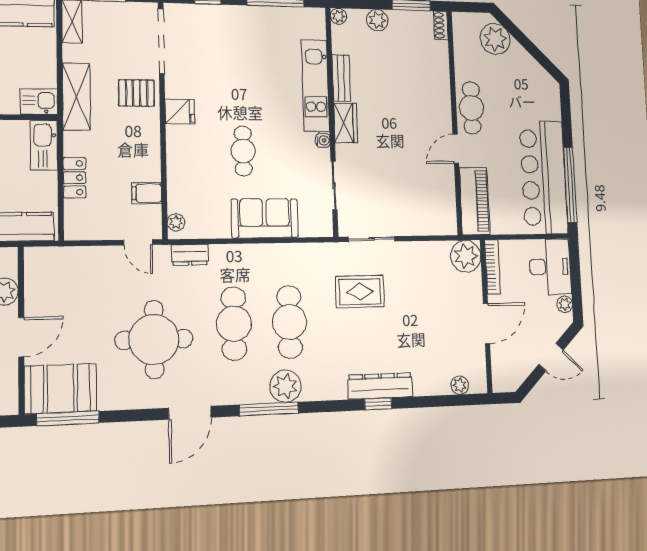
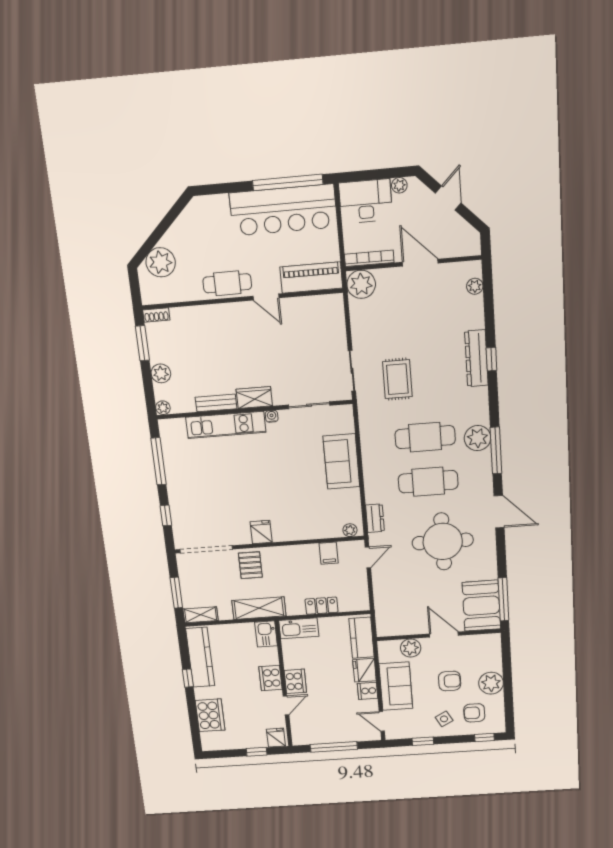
cafe table: (243, 151) -> (288, 481), removed

